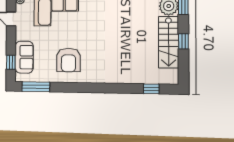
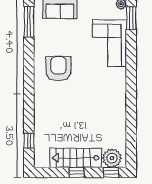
armchair: (68, 60) -> (59, 69), moved, turned 90

